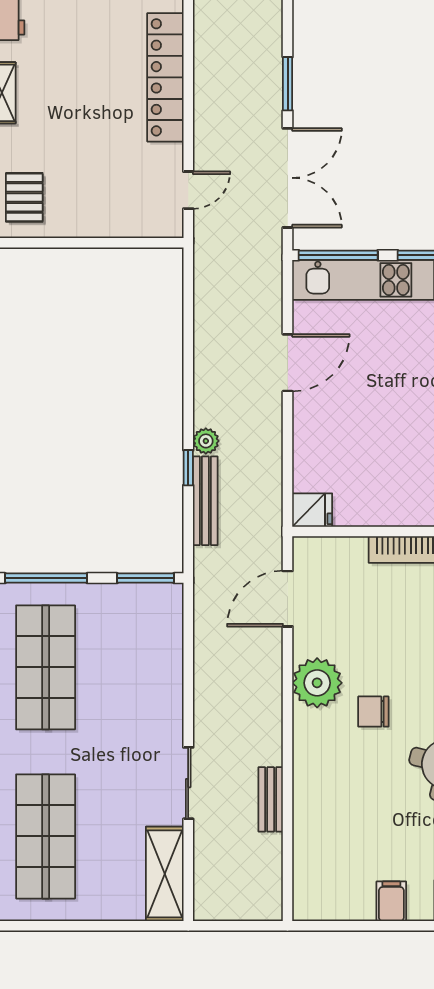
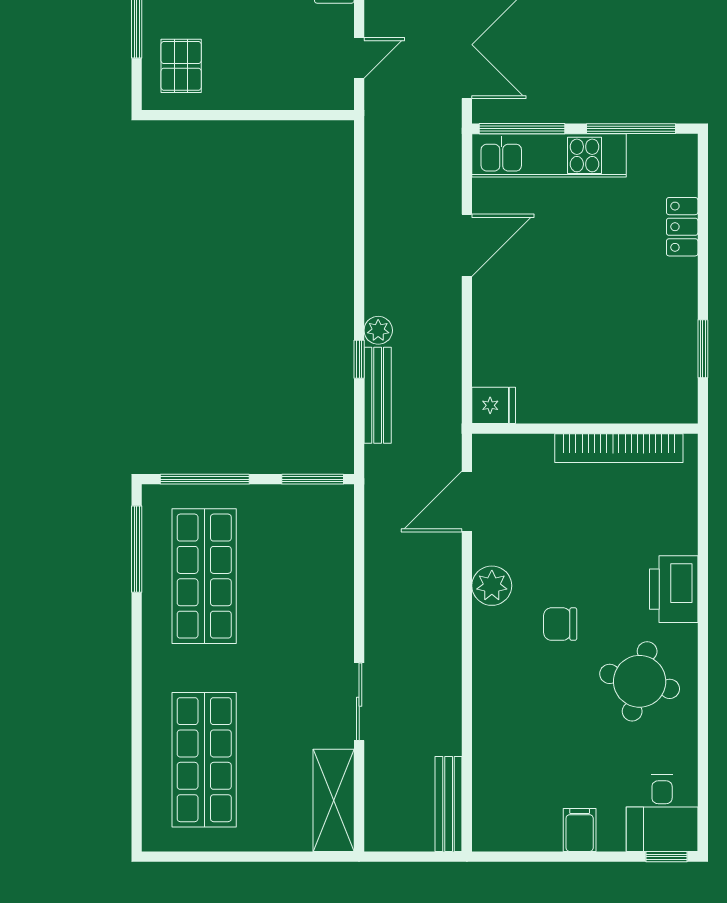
plant: (317, 683) -> (492, 586), width x0.73, depth x0.73
bench: (271, 799) -> (449, 804), moved, width x1.36

